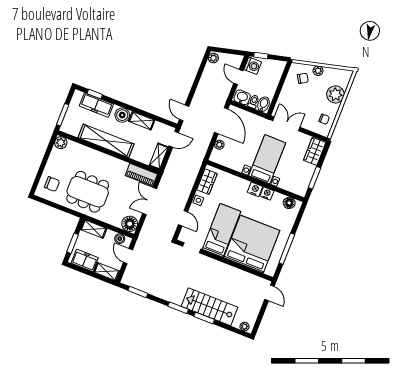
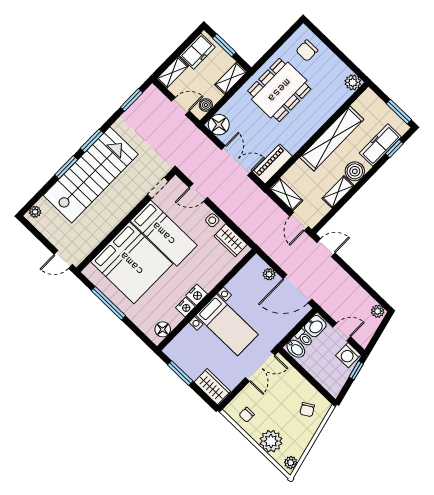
plant: (318, 71) -> (291, 463), moved
window: (63, 115) -> (399, 112), moved
stairs: (209, 307) -> (91, 175), width x1.36, depth x1.51

